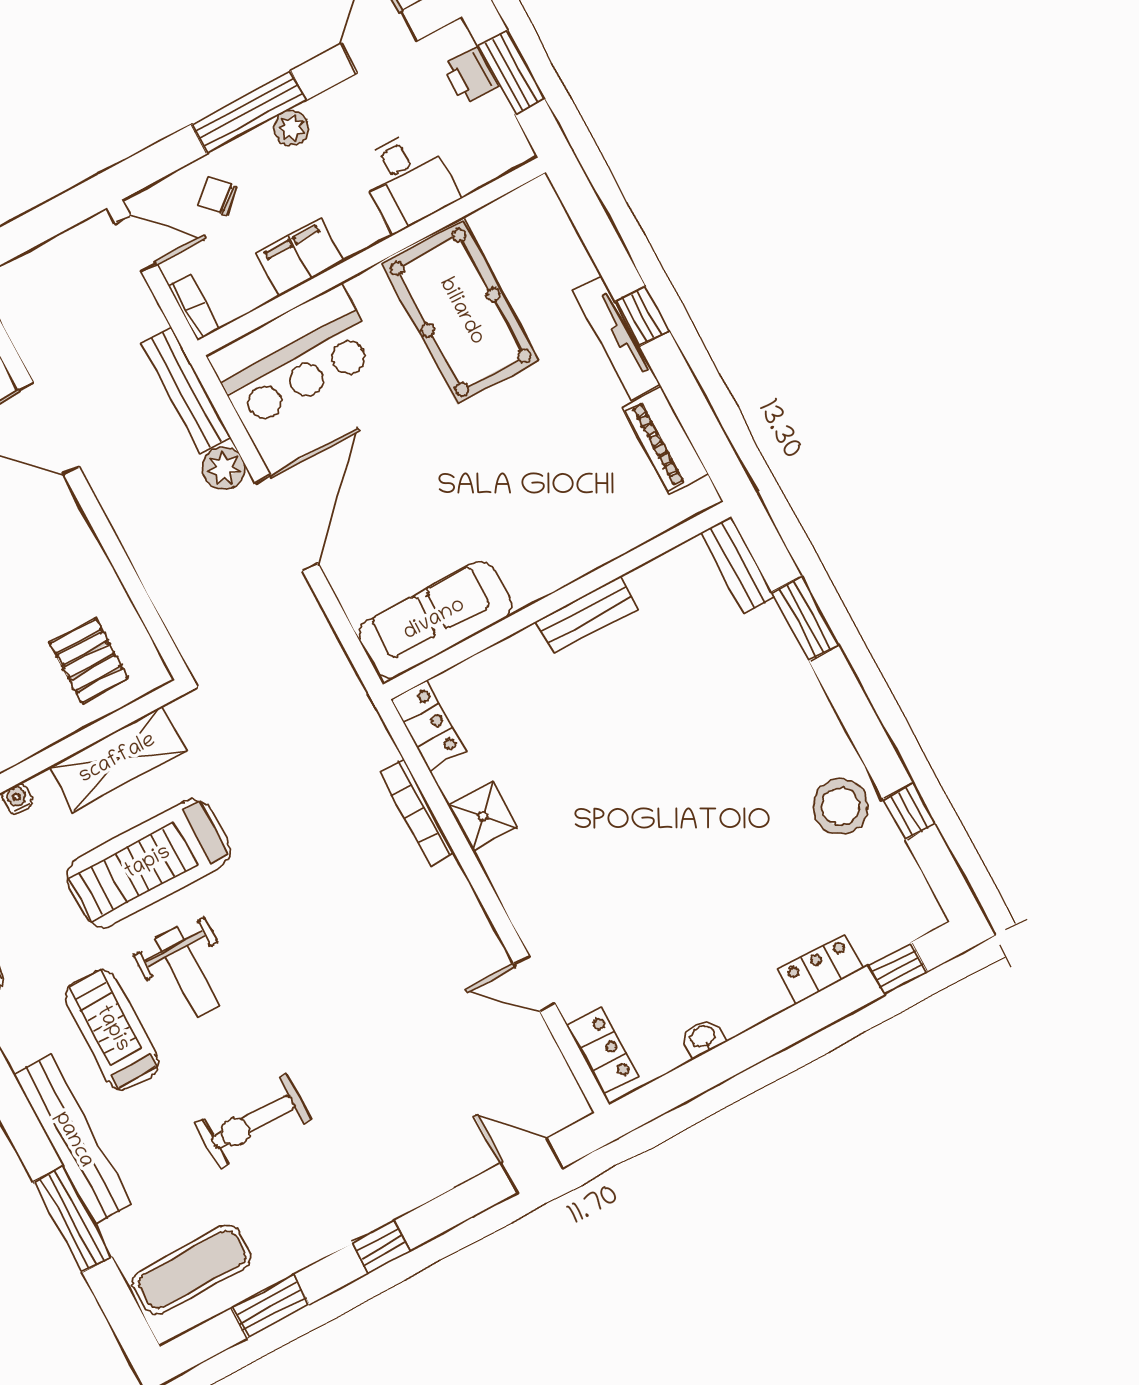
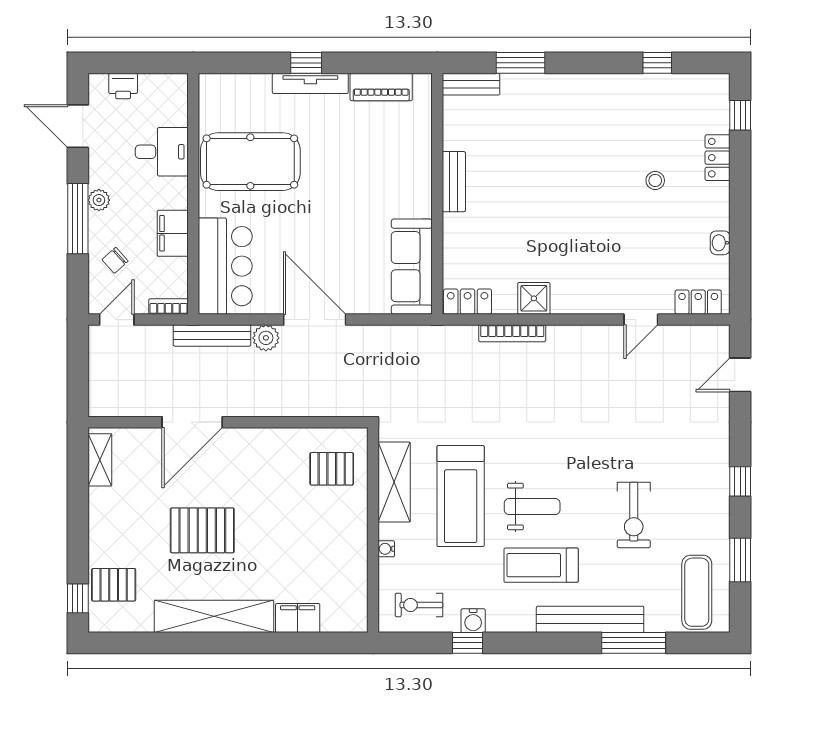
window: (511, 73) -> (134, 63), removed
stool: (840, 806) -> (655, 180), moved, width x0.53, depth x0.53

